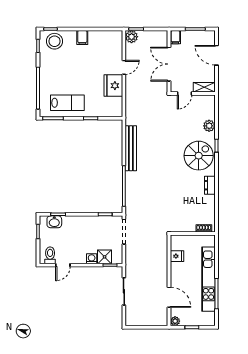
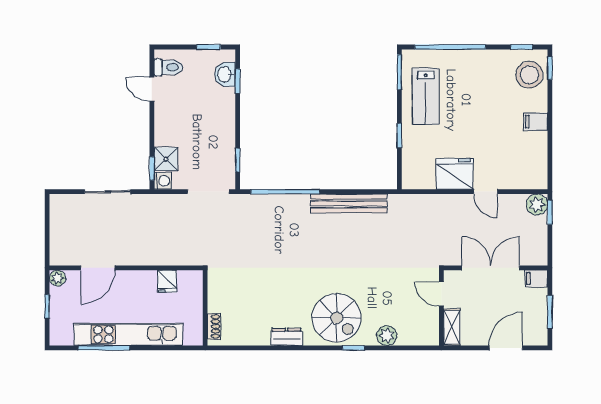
washing machine: (92, 259) -> (163, 181), moved

